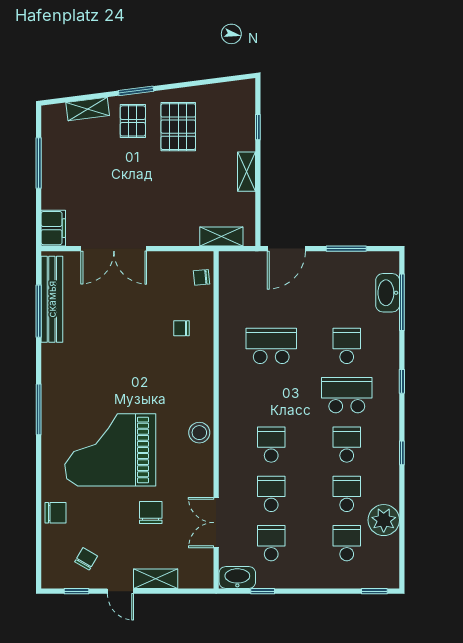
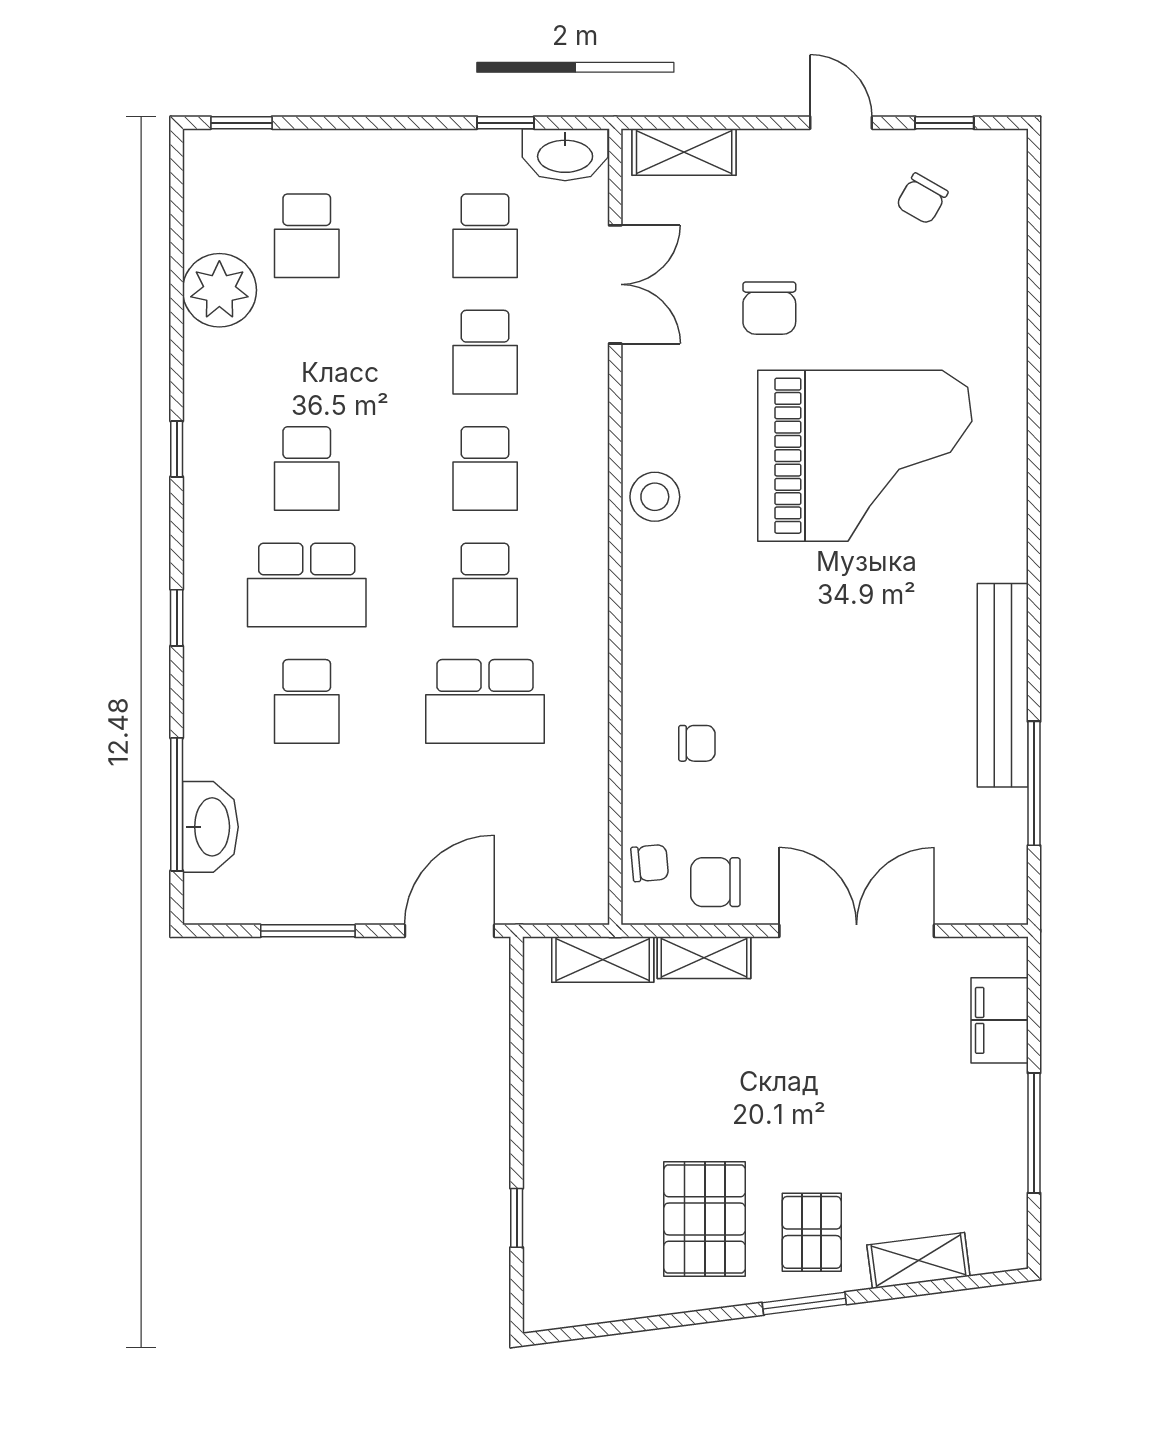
shelving: (246, 172) -> (704, 958), moved, turned 90
filing cabinet: (53, 228) -> (1000, 1020), moved
bench: (52, 299) -> (1003, 685), moved
window: (39, 409) -> (1034, 551), removed
school desk: (347, 494) -> (485, 585), moved
chair: (55, 513) -> (715, 882), moved
shelving: (156, 579) -> (684, 152), moved

